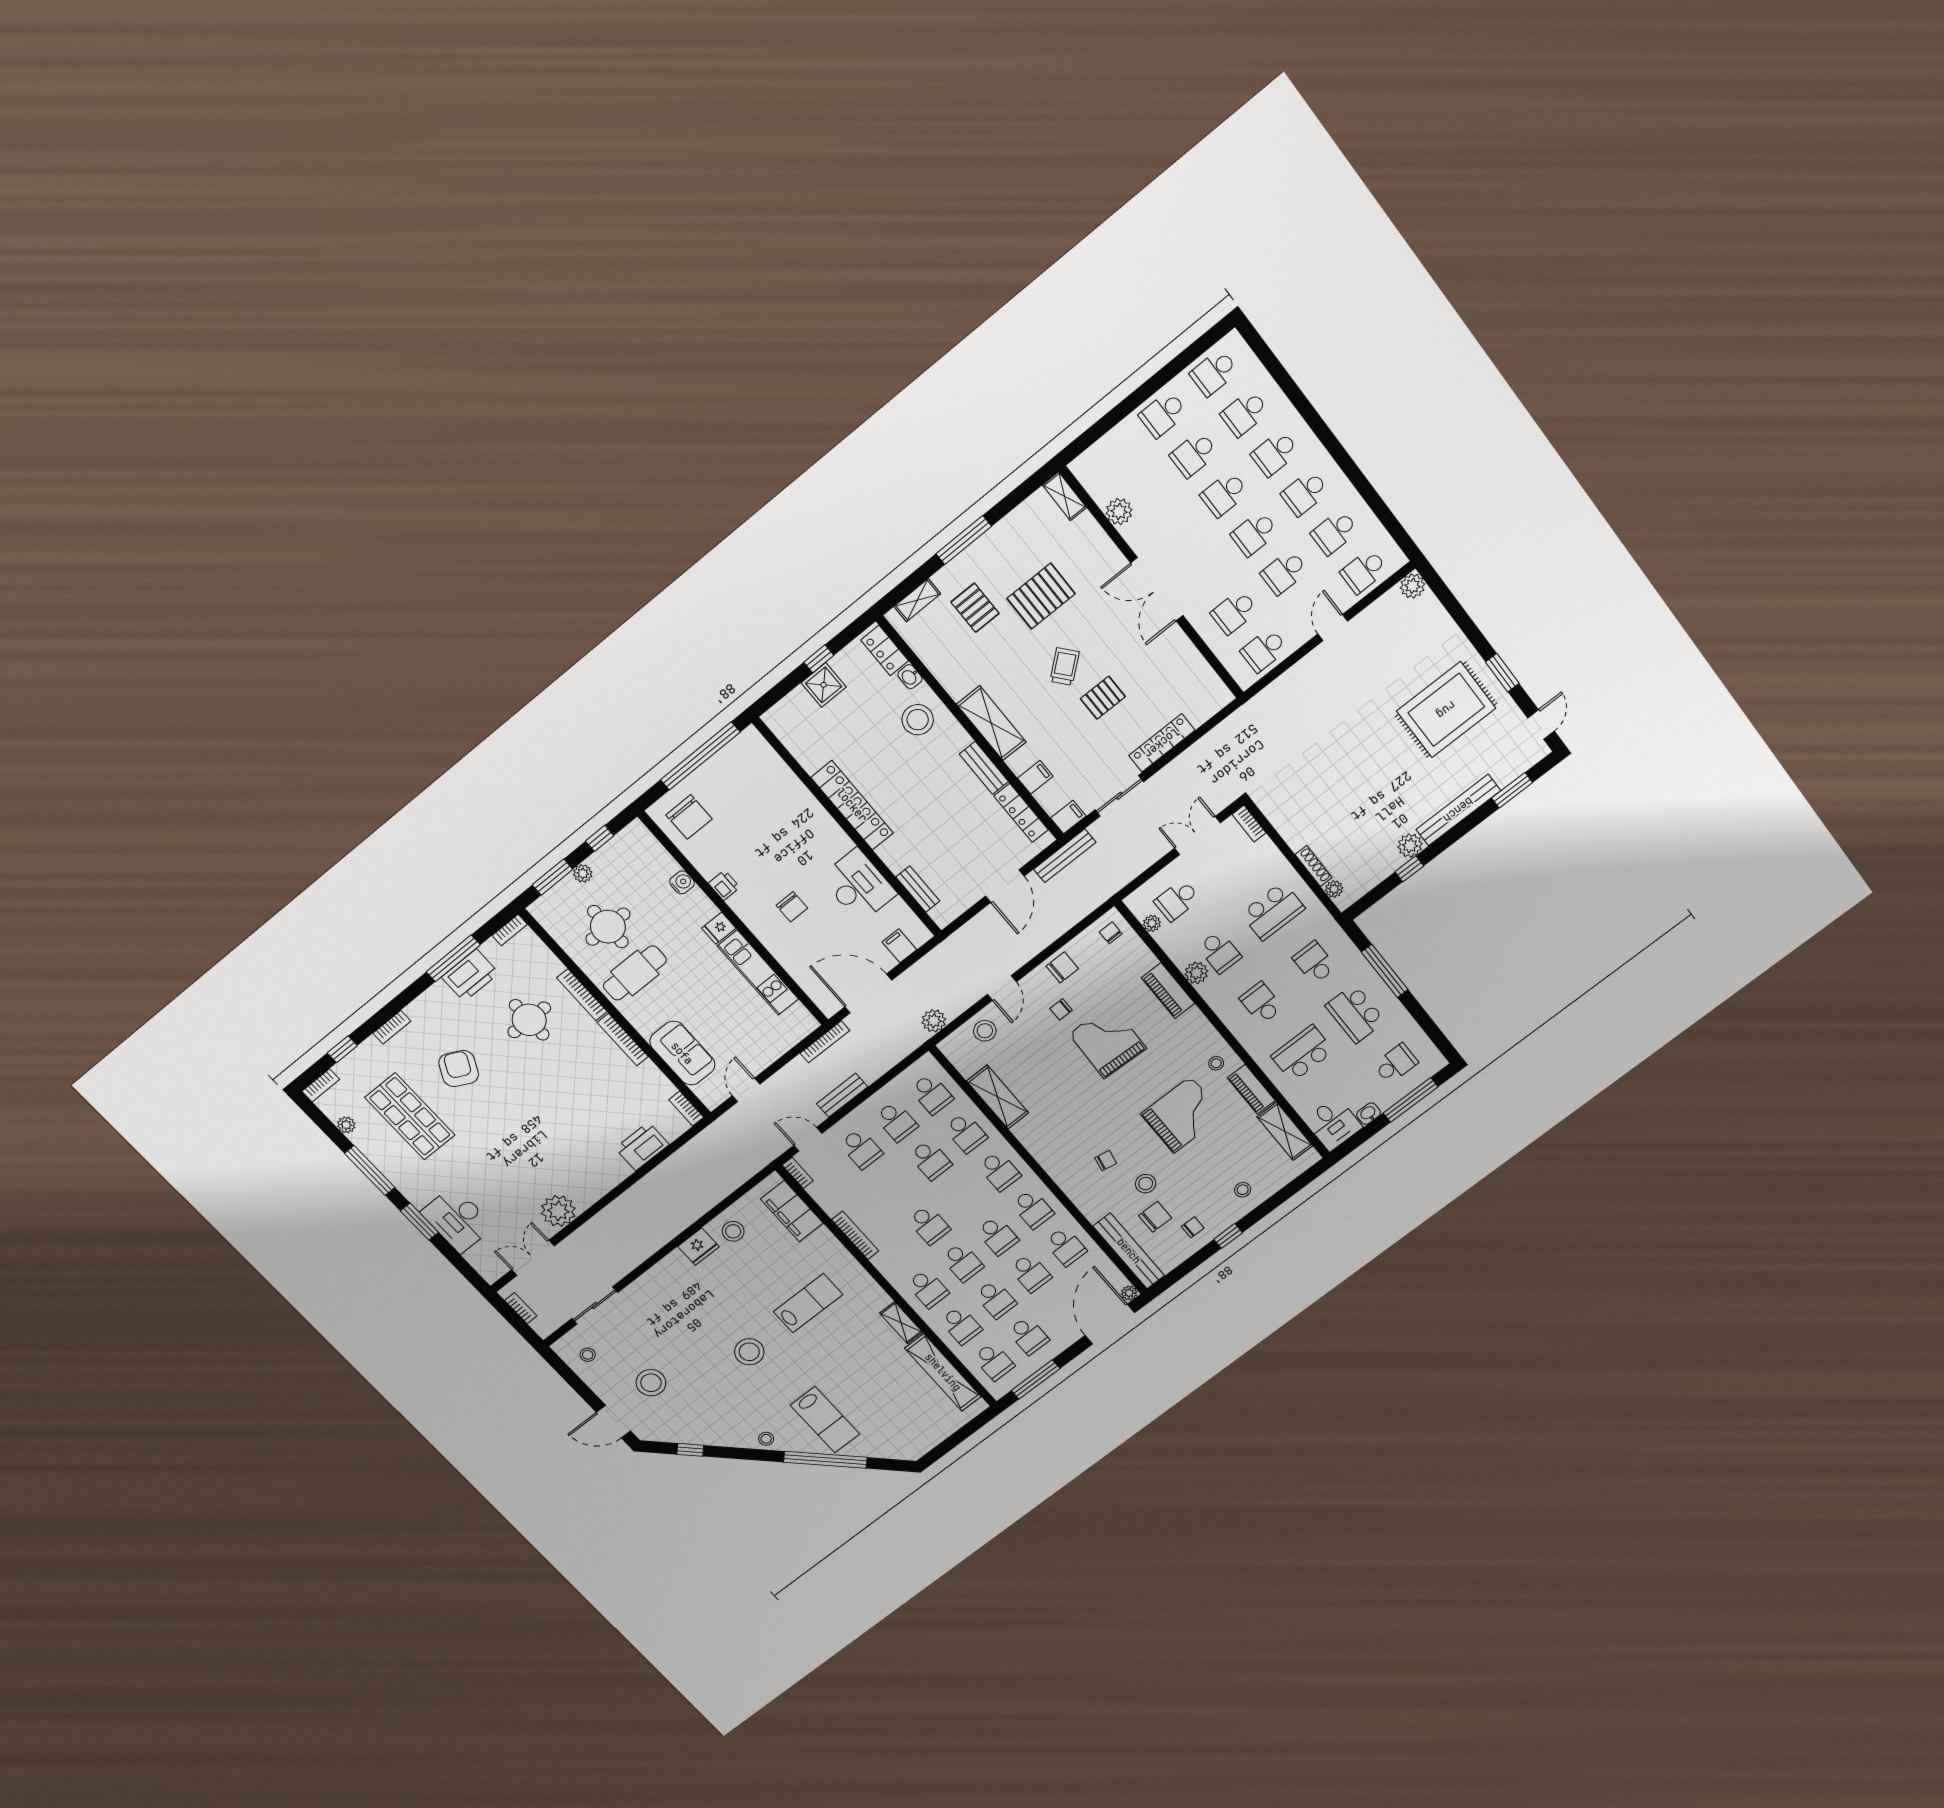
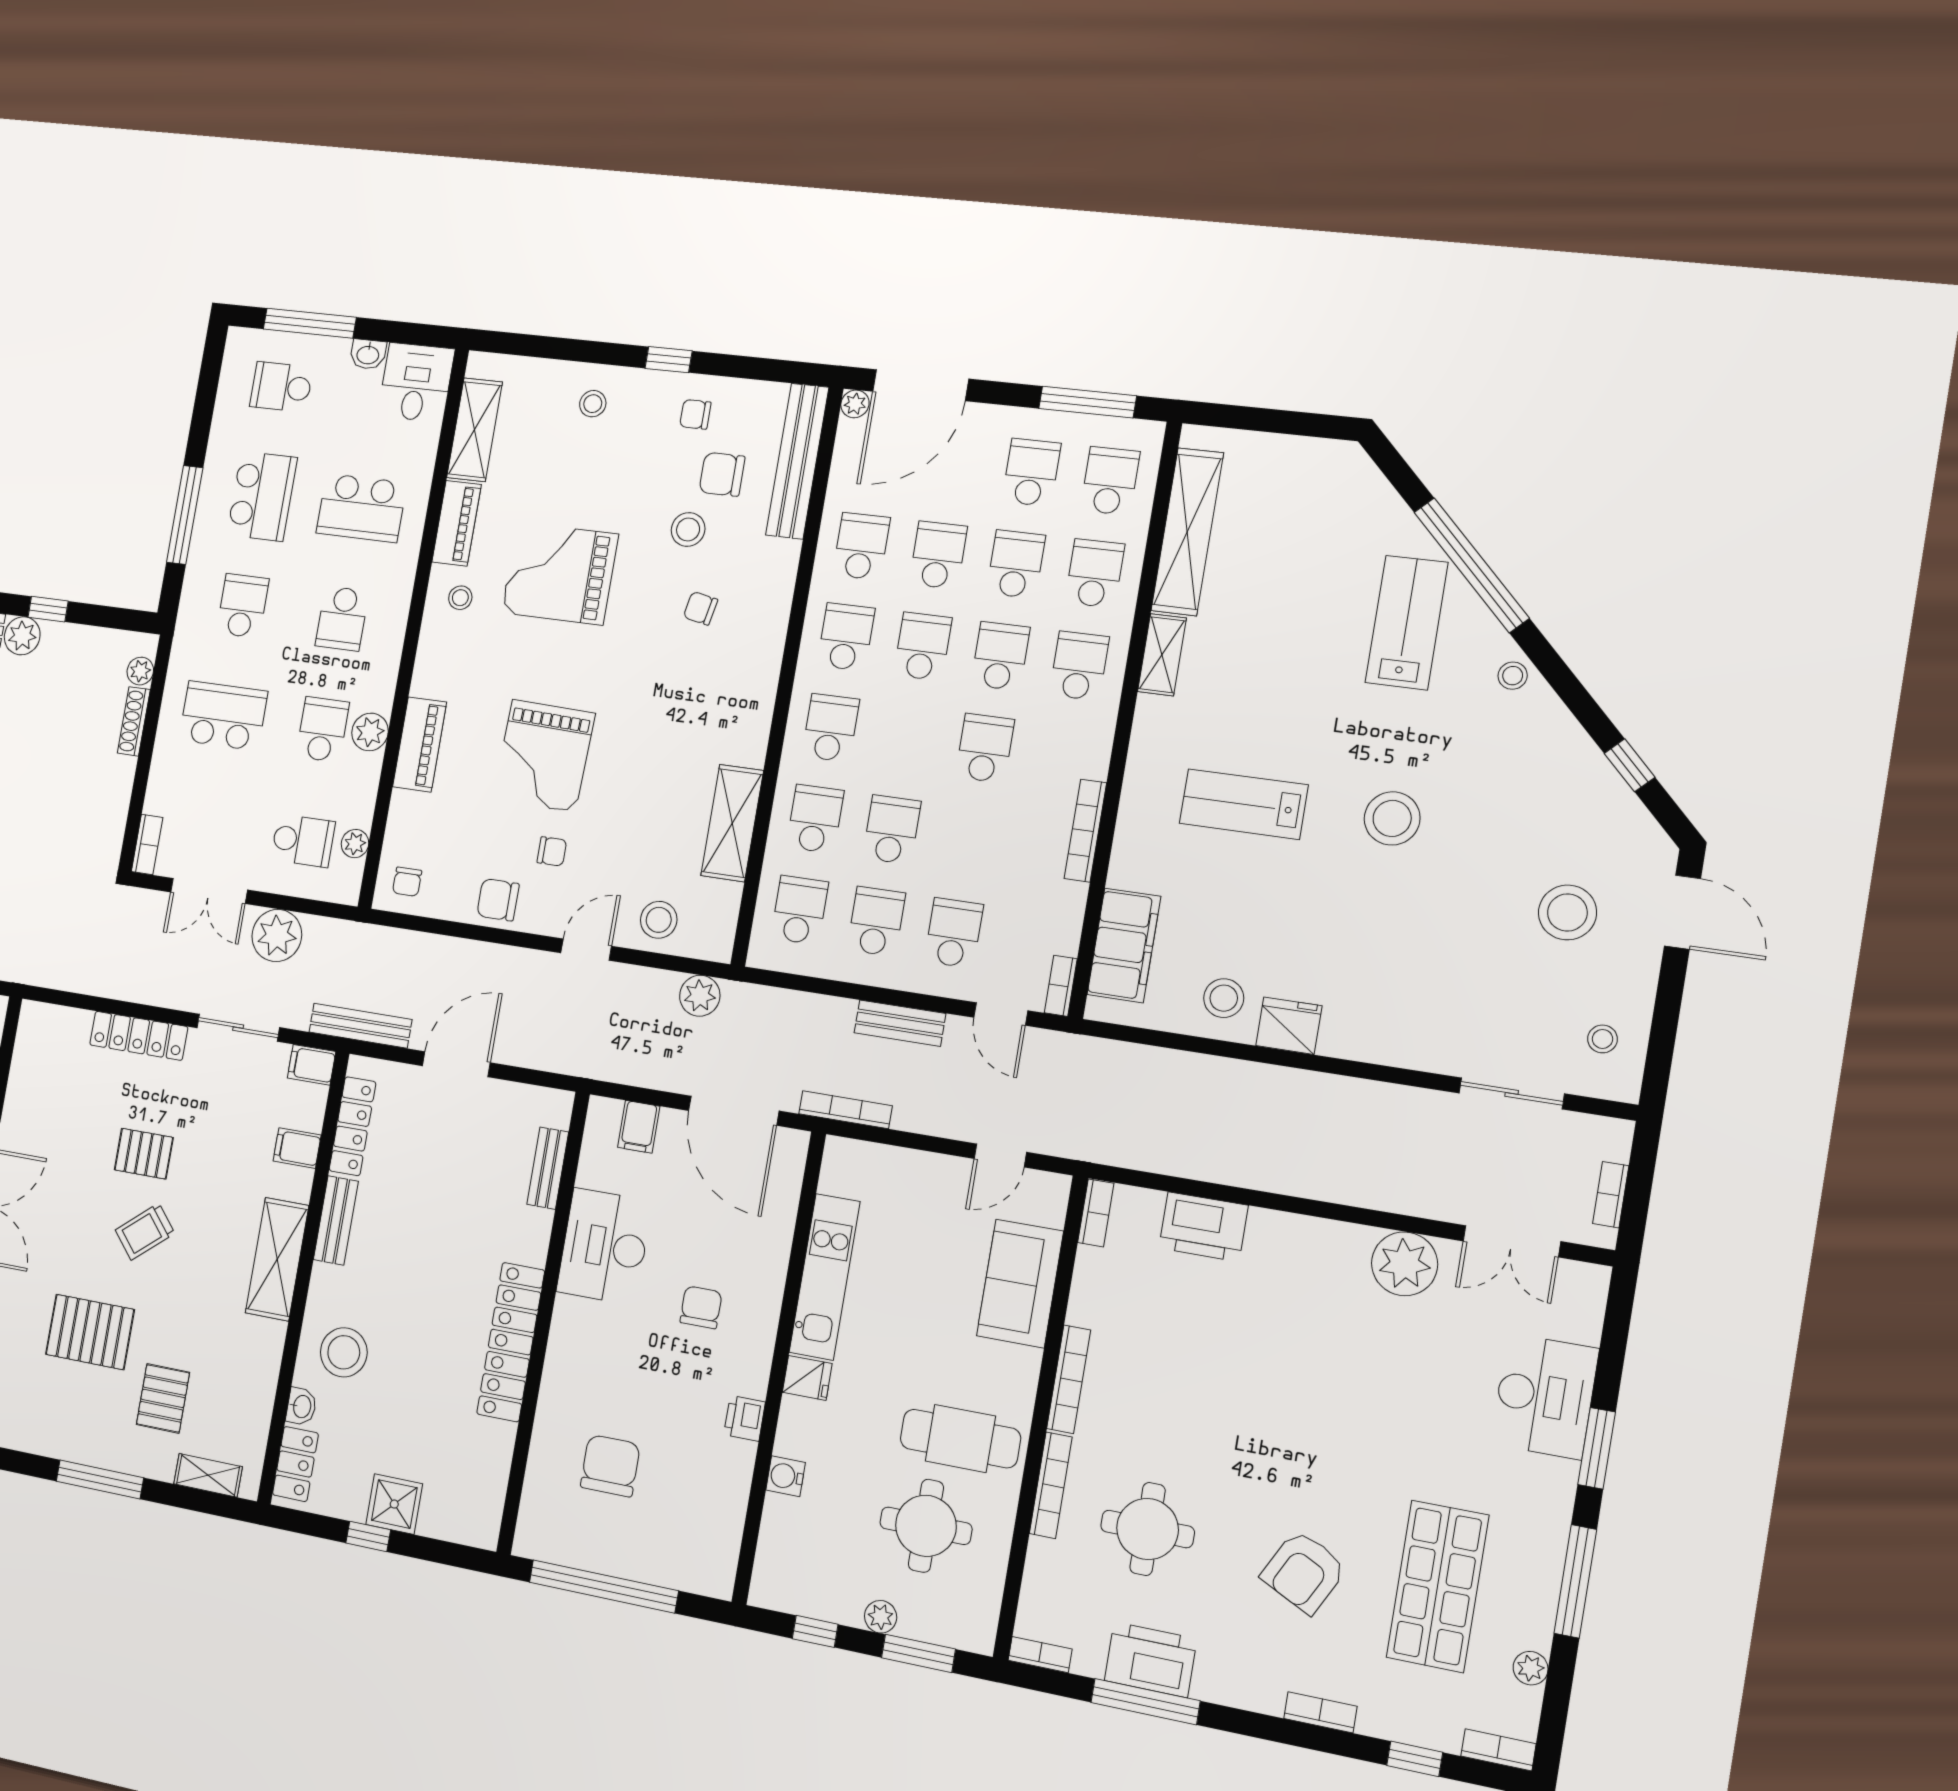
chair: (689, 817) -> (610, 1466), moved
plant: (1145, 851) -> (277, 935), added
school desk: (1314, 963) -> (243, 606), turned 180

